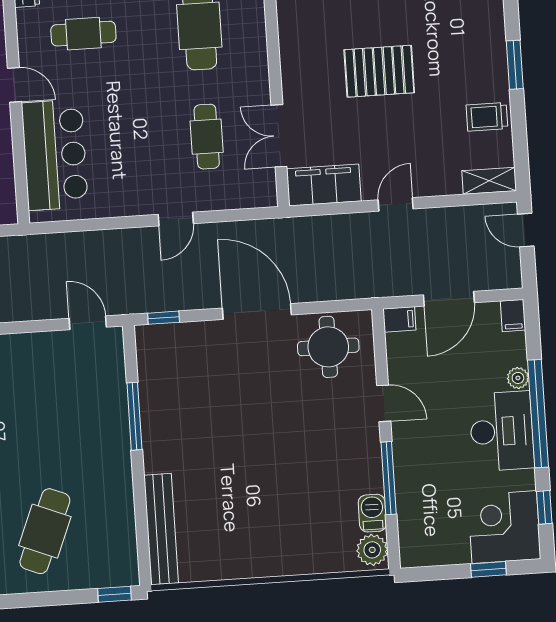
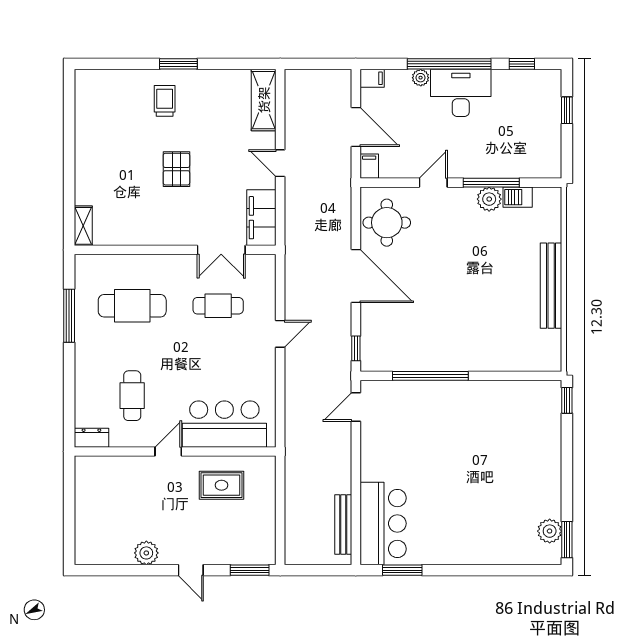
pallet: (379, 71) -> (176, 169), width x0.67, depth x0.71
trolley: (487, 117) -> (165, 101), moved, turned 180
shelving: (489, 181) -> (264, 100), width x1.50, depth x1.33
door: (176, 219) -> (280, 334), hinge flipped
door: (526, 230) -> (307, 64), removed
door: (257, 312) -> (356, 276), swing flipped
window: (134, 416) -> (430, 376), width x1.46
corner desk: (504, 527) -> (535, 96), removed
bench: (161, 529) -> (551, 286), moved, turned 90
cafe table: (45, 531) -> (515, 451), removed
plant: (372, 550) -> (489, 199), moved

